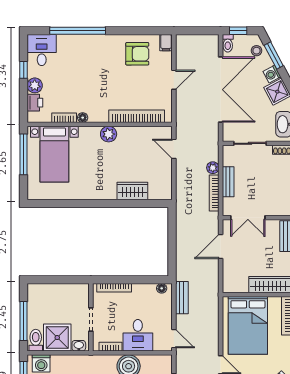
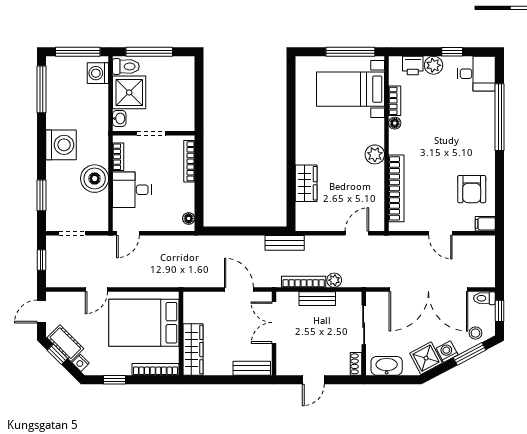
bench: (182, 298) -> (285, 243), moved

